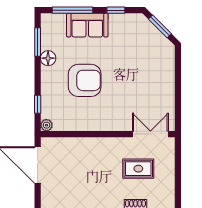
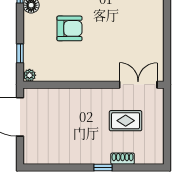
armchair: (85, 80) -> (69, 28), width x0.73, depth x0.73

